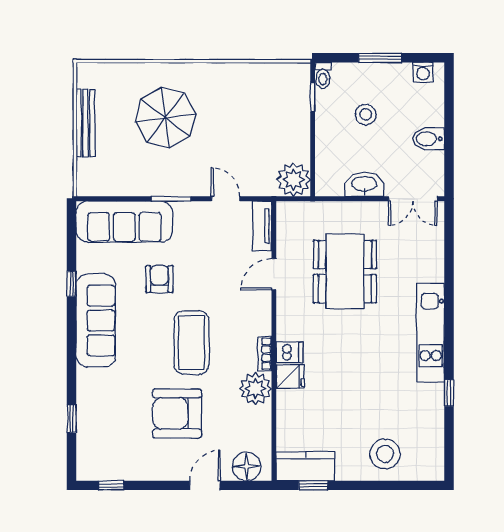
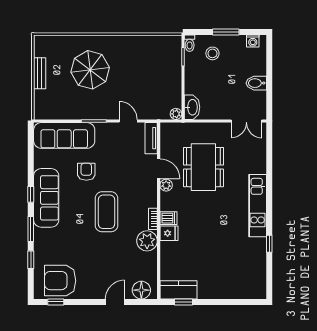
stool: (366, 114) -> (212, 53), moved
bench: (85, 123) -> (40, 73), width x0.73
plant: (293, 180) -> (176, 114), width x0.53, depth x0.53
washbasin: (364, 185) -> (192, 107), moved, turned 90
door: (274, 274) -> (159, 169), swing flipped
window: (71, 284) -> (31, 194), moved
plant: (286, 300) -> (166, 185), added
window: (71, 370) -> (31, 229), added
armchair: (177, 414) -> (60, 281), moved
stool: (385, 454) -> (229, 282), removed

